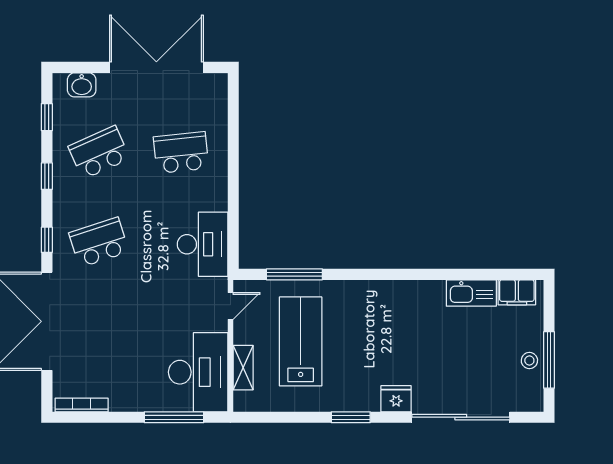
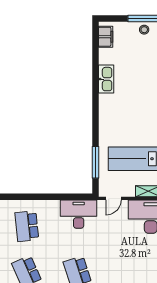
kitchen sink: (471, 293) -> (106, 79), moved
door: (230, 306) -> (113, 198), swing flipped

